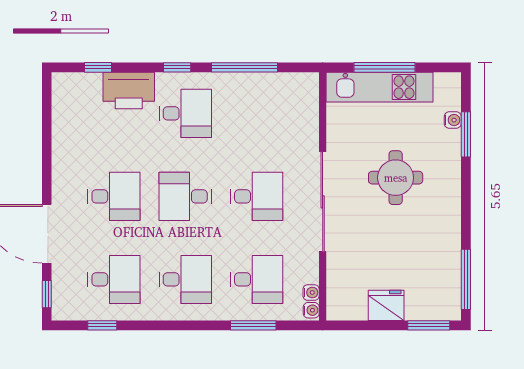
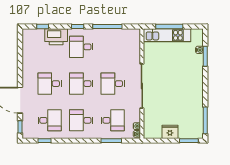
desk: (185, 113) -> (81, 47), turned 180
round table: (396, 178) -> (174, 75), removed
desk: (114, 196) -> (50, 84), turned 180
desk: (257, 196) -> (113, 84), turned 180
desk: (185, 279) -> (81, 120), turned 180

